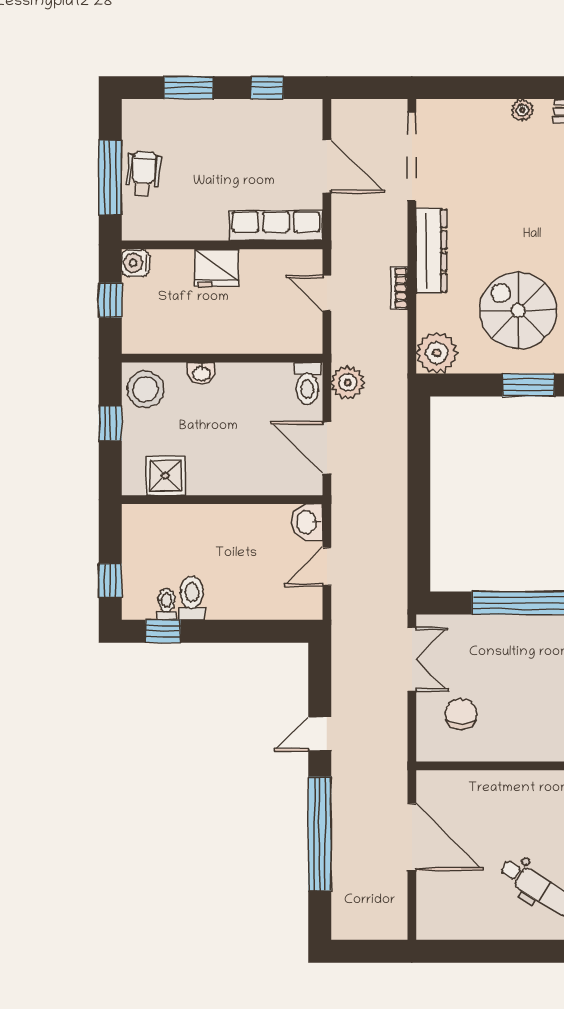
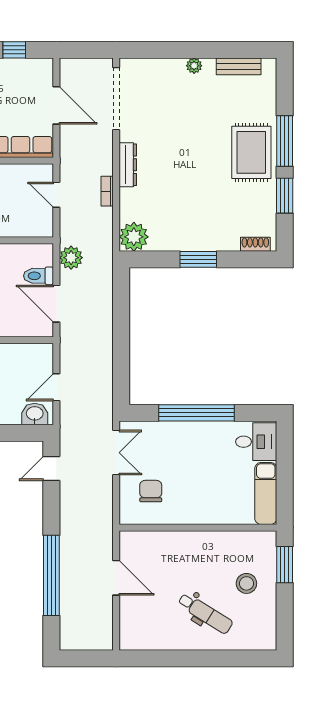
dresser: (431, 251) -> (128, 165), width x0.73, depth x0.80
spiral stairs: (518, 311) -> (191, 207), removed
toilet: (307, 383) -> (38, 276), moved, turned 90
washbasin: (307, 522) -> (35, 414), moved, turned 90
door: (320, 734) -> (51, 468), moved
door: (412, 837) -> (116, 578), width x0.73

